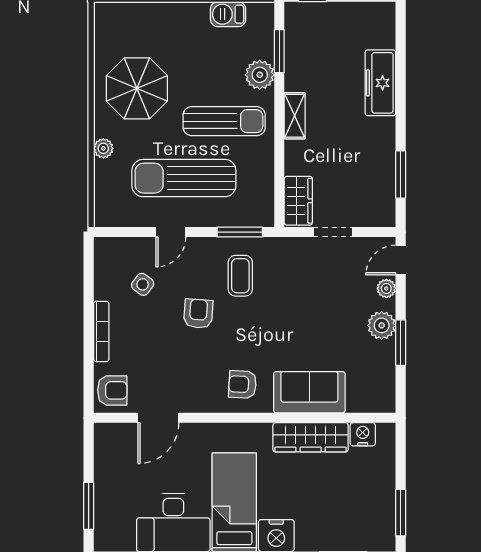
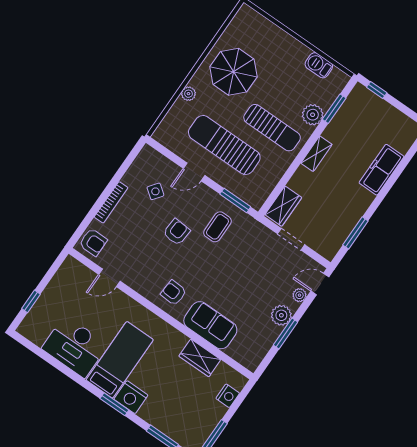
door: (158, 418) -> (109, 278), width x0.73
nightstand: (363, 434) -> (228, 396), moved, turned 90
wardrobe: (311, 437) -> (200, 358), width x0.67
window: (89, 506) -> (31, 301), width x0.67

